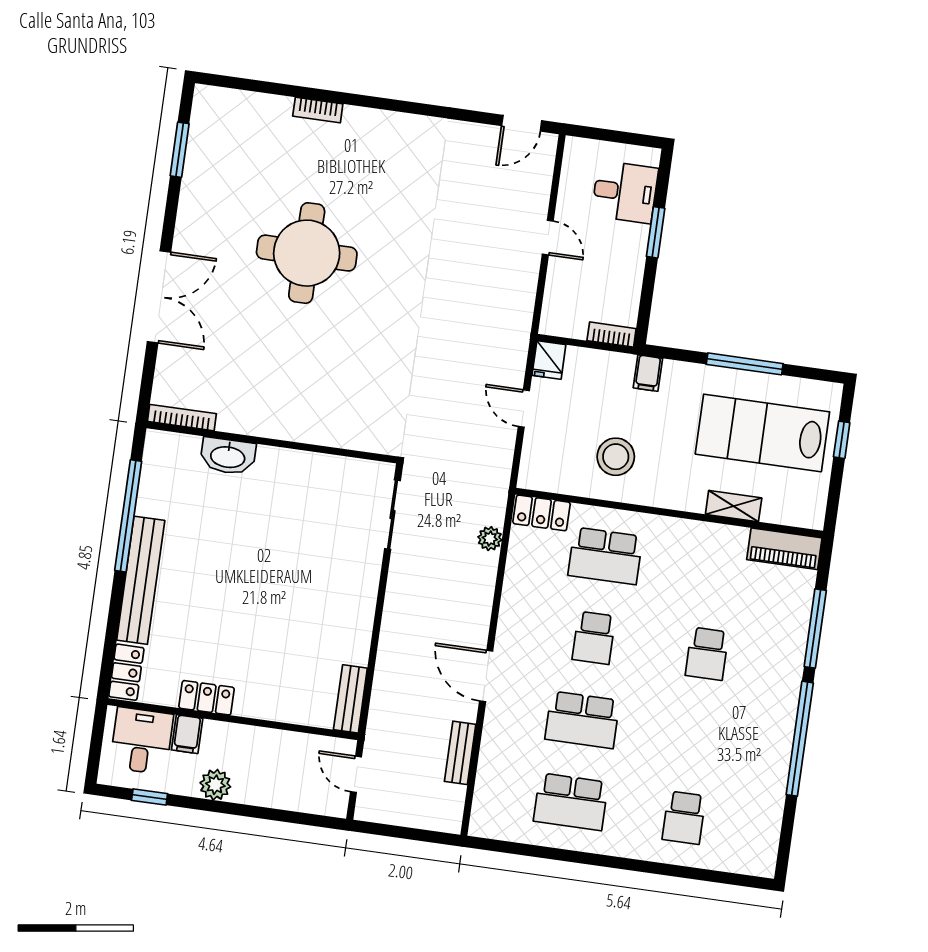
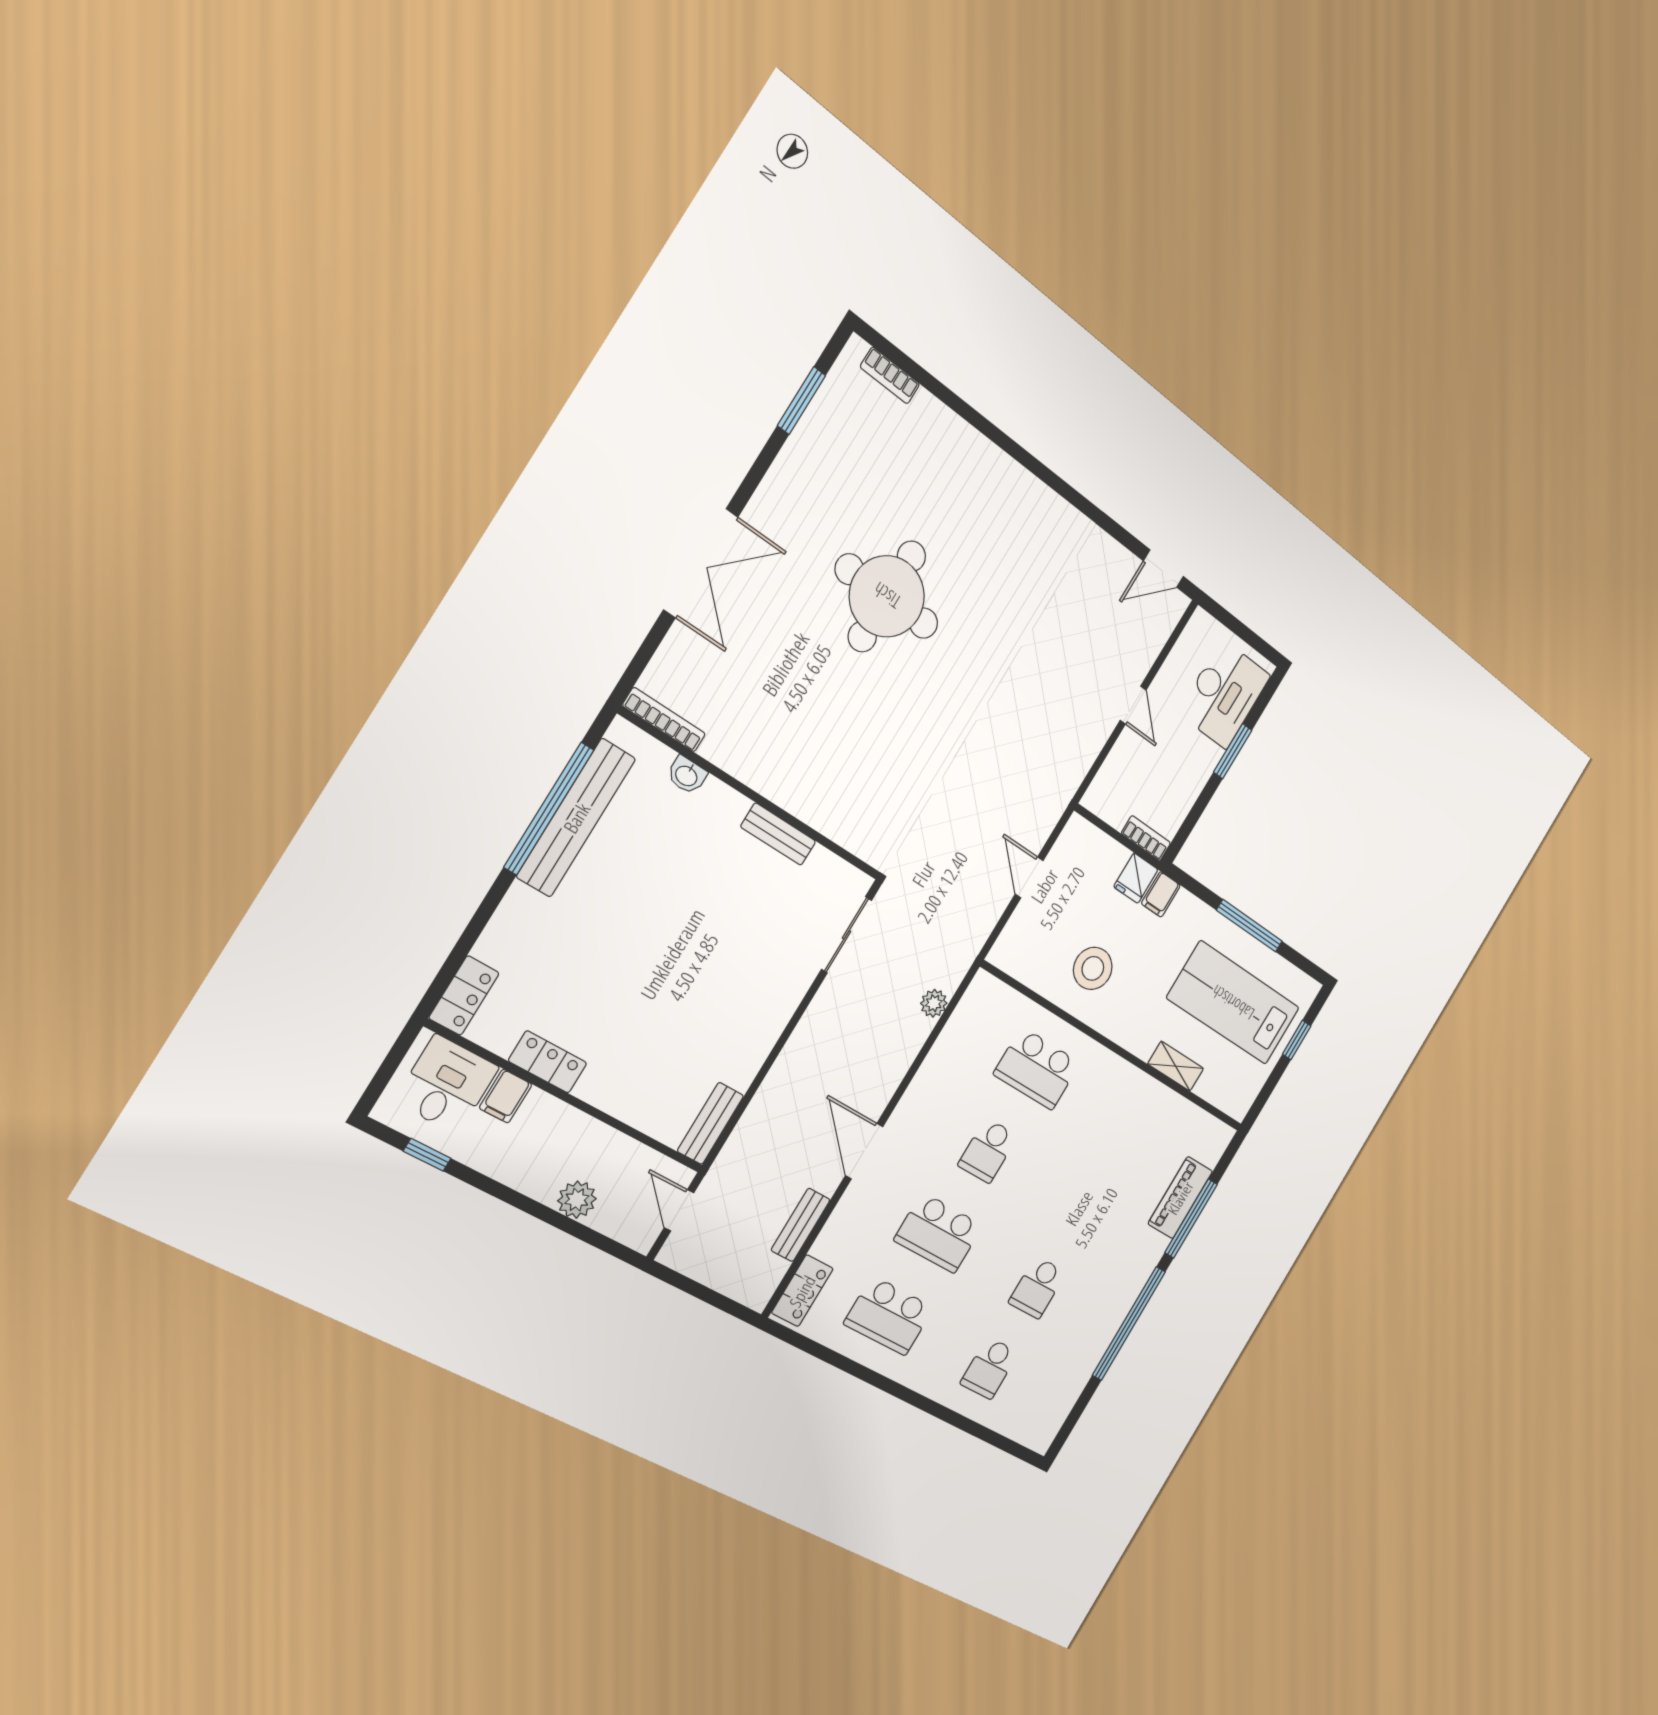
bookcase: (318, 110) -> (890, 376), moved
desk: (625, 192) -> (1224, 694), width x1.37
fridge: (549, 360) -> (1136, 878), moved
washbasin: (228, 456) -> (687, 775), width x0.52, depth x0.69
bench: (304, 462) -> (778, 834), added
locker: (542, 513) -> (802, 1291), moved, turned -90
piano: (784, 549) -> (1180, 1198), moved, turned 90
bench: (141, 580) -> (576, 818), moved
school desk: (707, 654) -> (1037, 1287), moved
plant: (215, 785) -> (577, 1200), moved

